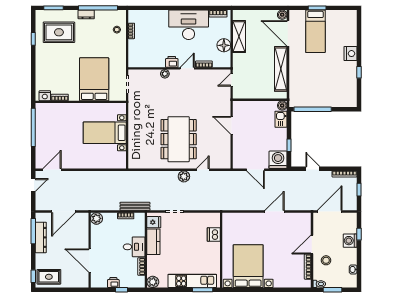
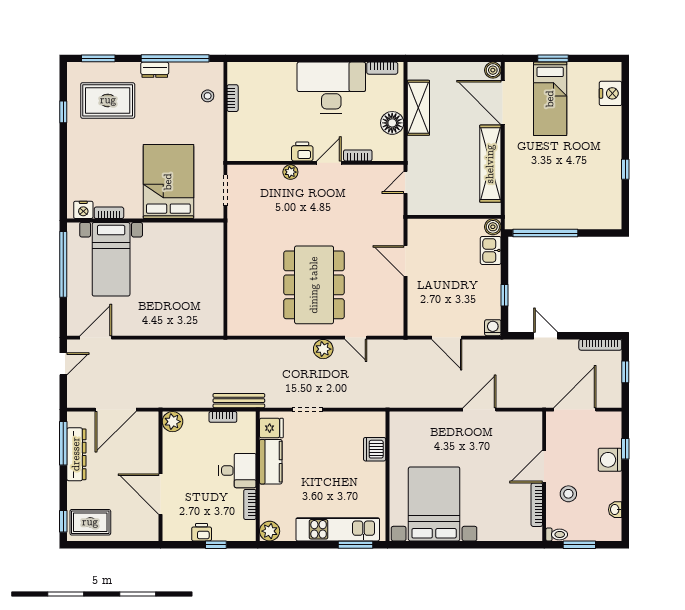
nightstand: (350, 54) -> (611, 93), moved
bed with nightstands: (105, 133) -> (111, 259), moved, turned -90
washing machine: (278, 160) -> (493, 328), width x0.53, depth x0.53
door: (203, 170) -> (356, 338), swing flipped

